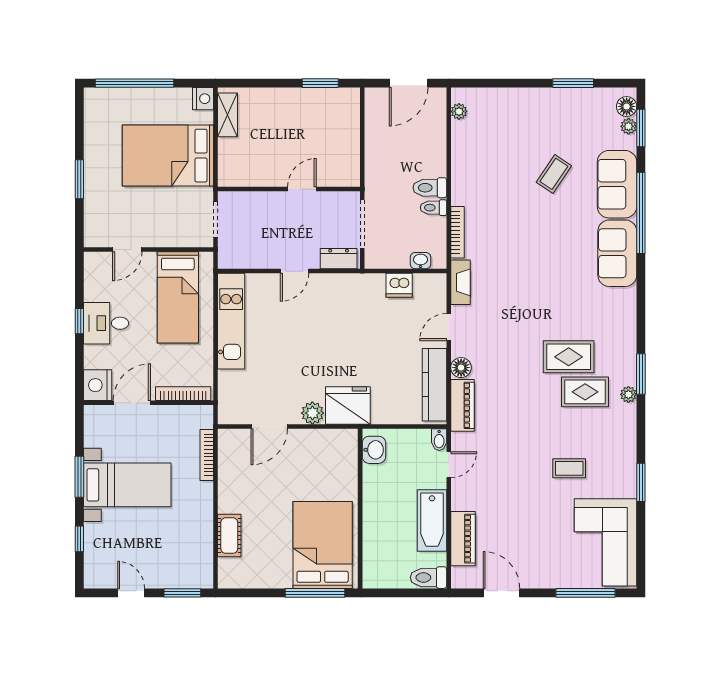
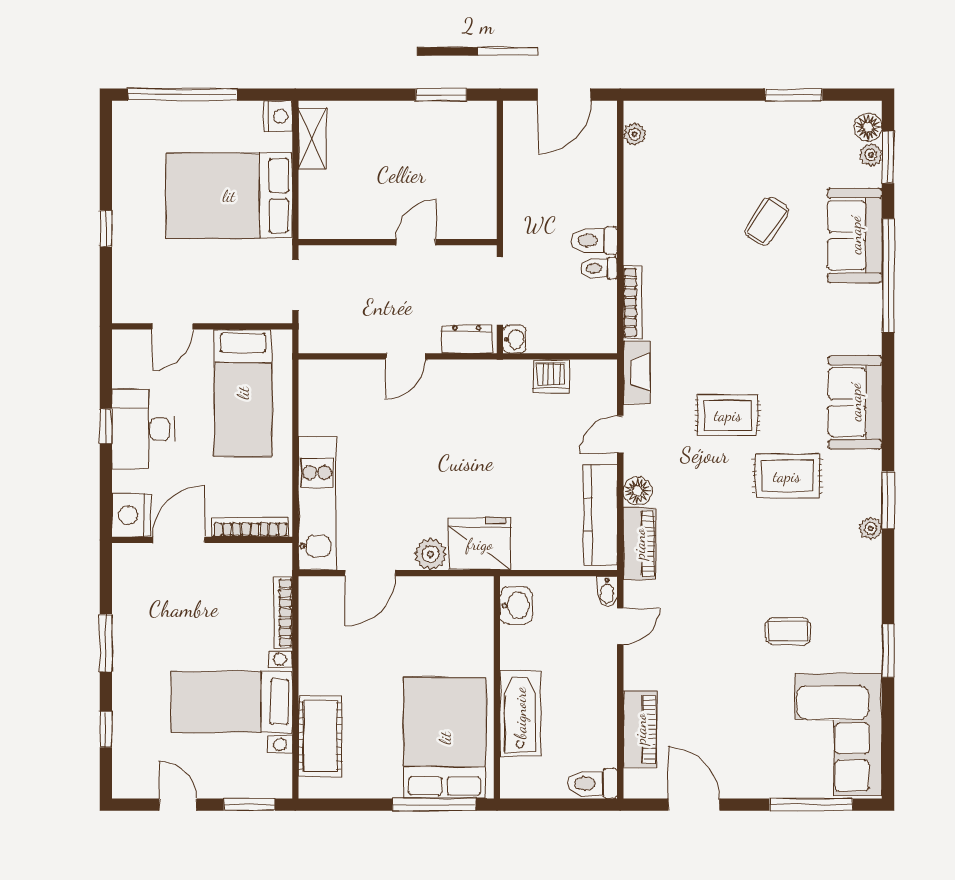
window: (79, 179) -> (106, 229), width x0.67
sofa: (617, 253) -> (855, 402), moved
washbasin: (420, 261) -> (514, 339), moved, turned 90
kitchen unit: (231, 321) -> (317, 503), moved
desk: (106, 323) -> (143, 429), width x1.37
rug: (585, 392) -> (728, 415), moved
bed with nightstands: (127, 485) -> (232, 702), moved, turned 180
bathtub: (432, 521) -> (520, 713), moved, turned 180
cot: (229, 536) -> (320, 736), width x1.37, depth x1.34

